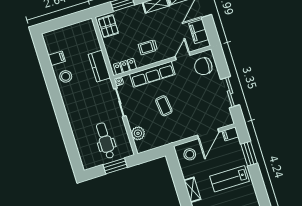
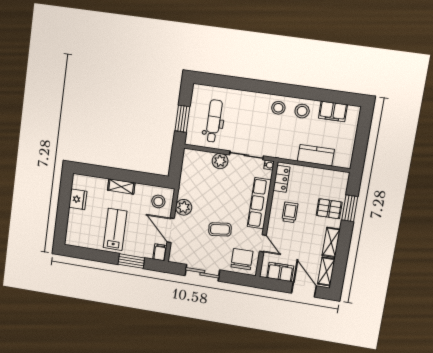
pallet: (108, 26) -> (329, 209), moved
filing cabinet: (57, 58) -> (333, 111), width x2.00
kitchen counter: (99, 66) -> (316, 155), moved
stool: (72, 96) -> (278, 108), added
coffee table: (164, 106) -> (220, 229), moved
plant: (185, 132) -> (184, 207), added
plant: (138, 133) -> (220, 161), moved
dental chair: (105, 141) -> (214, 121), turned -90

